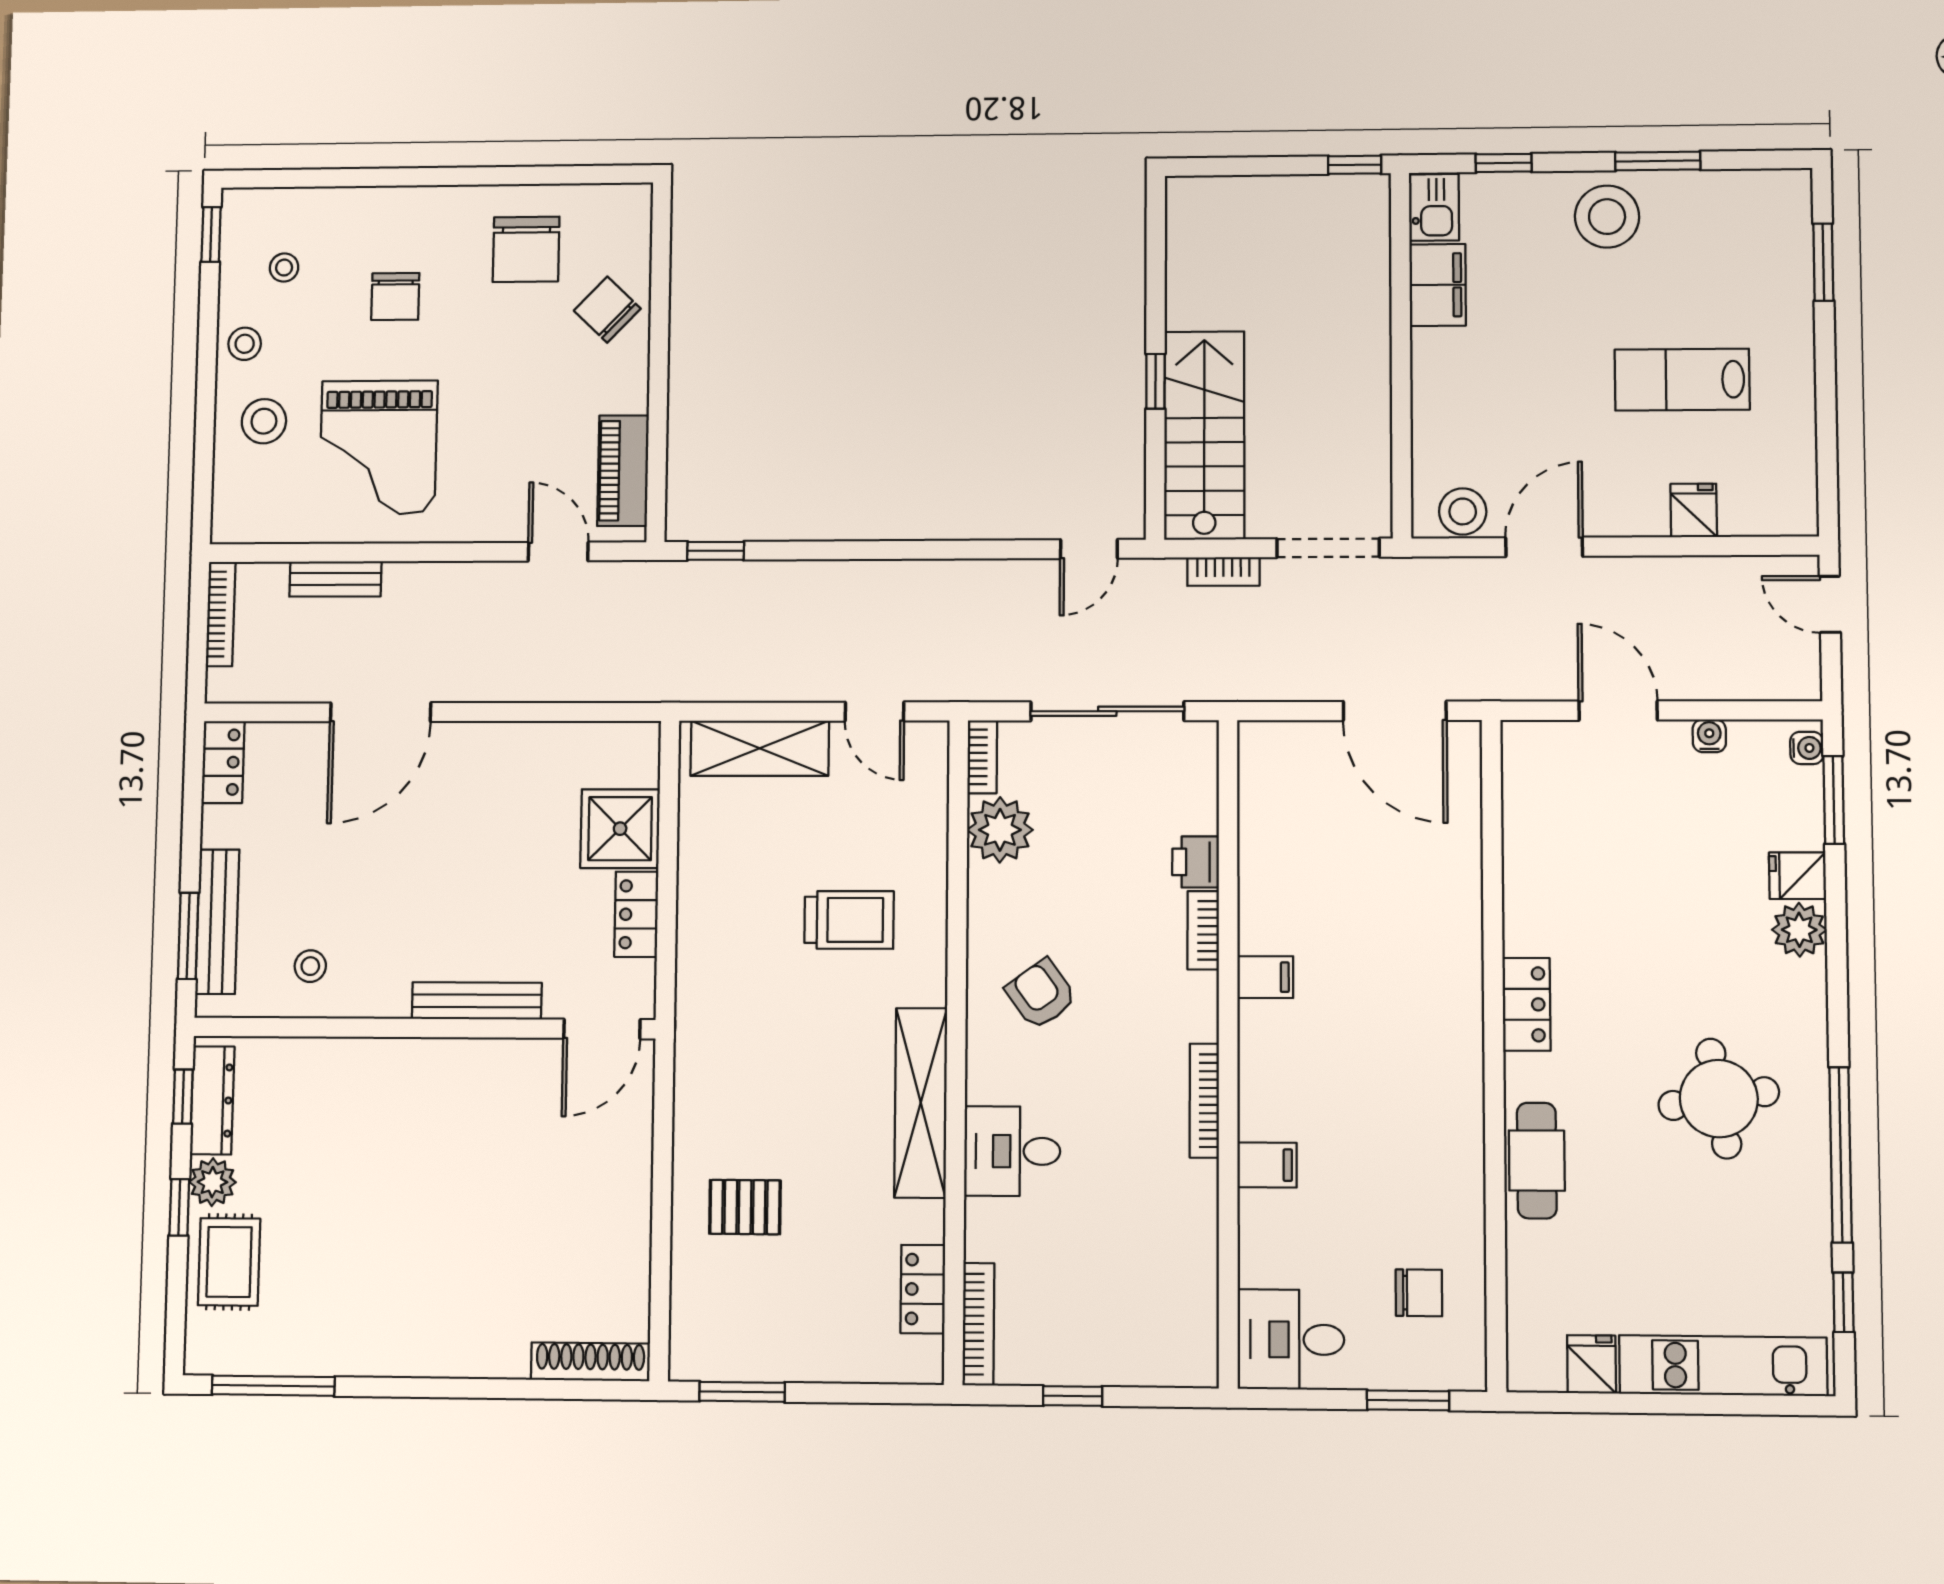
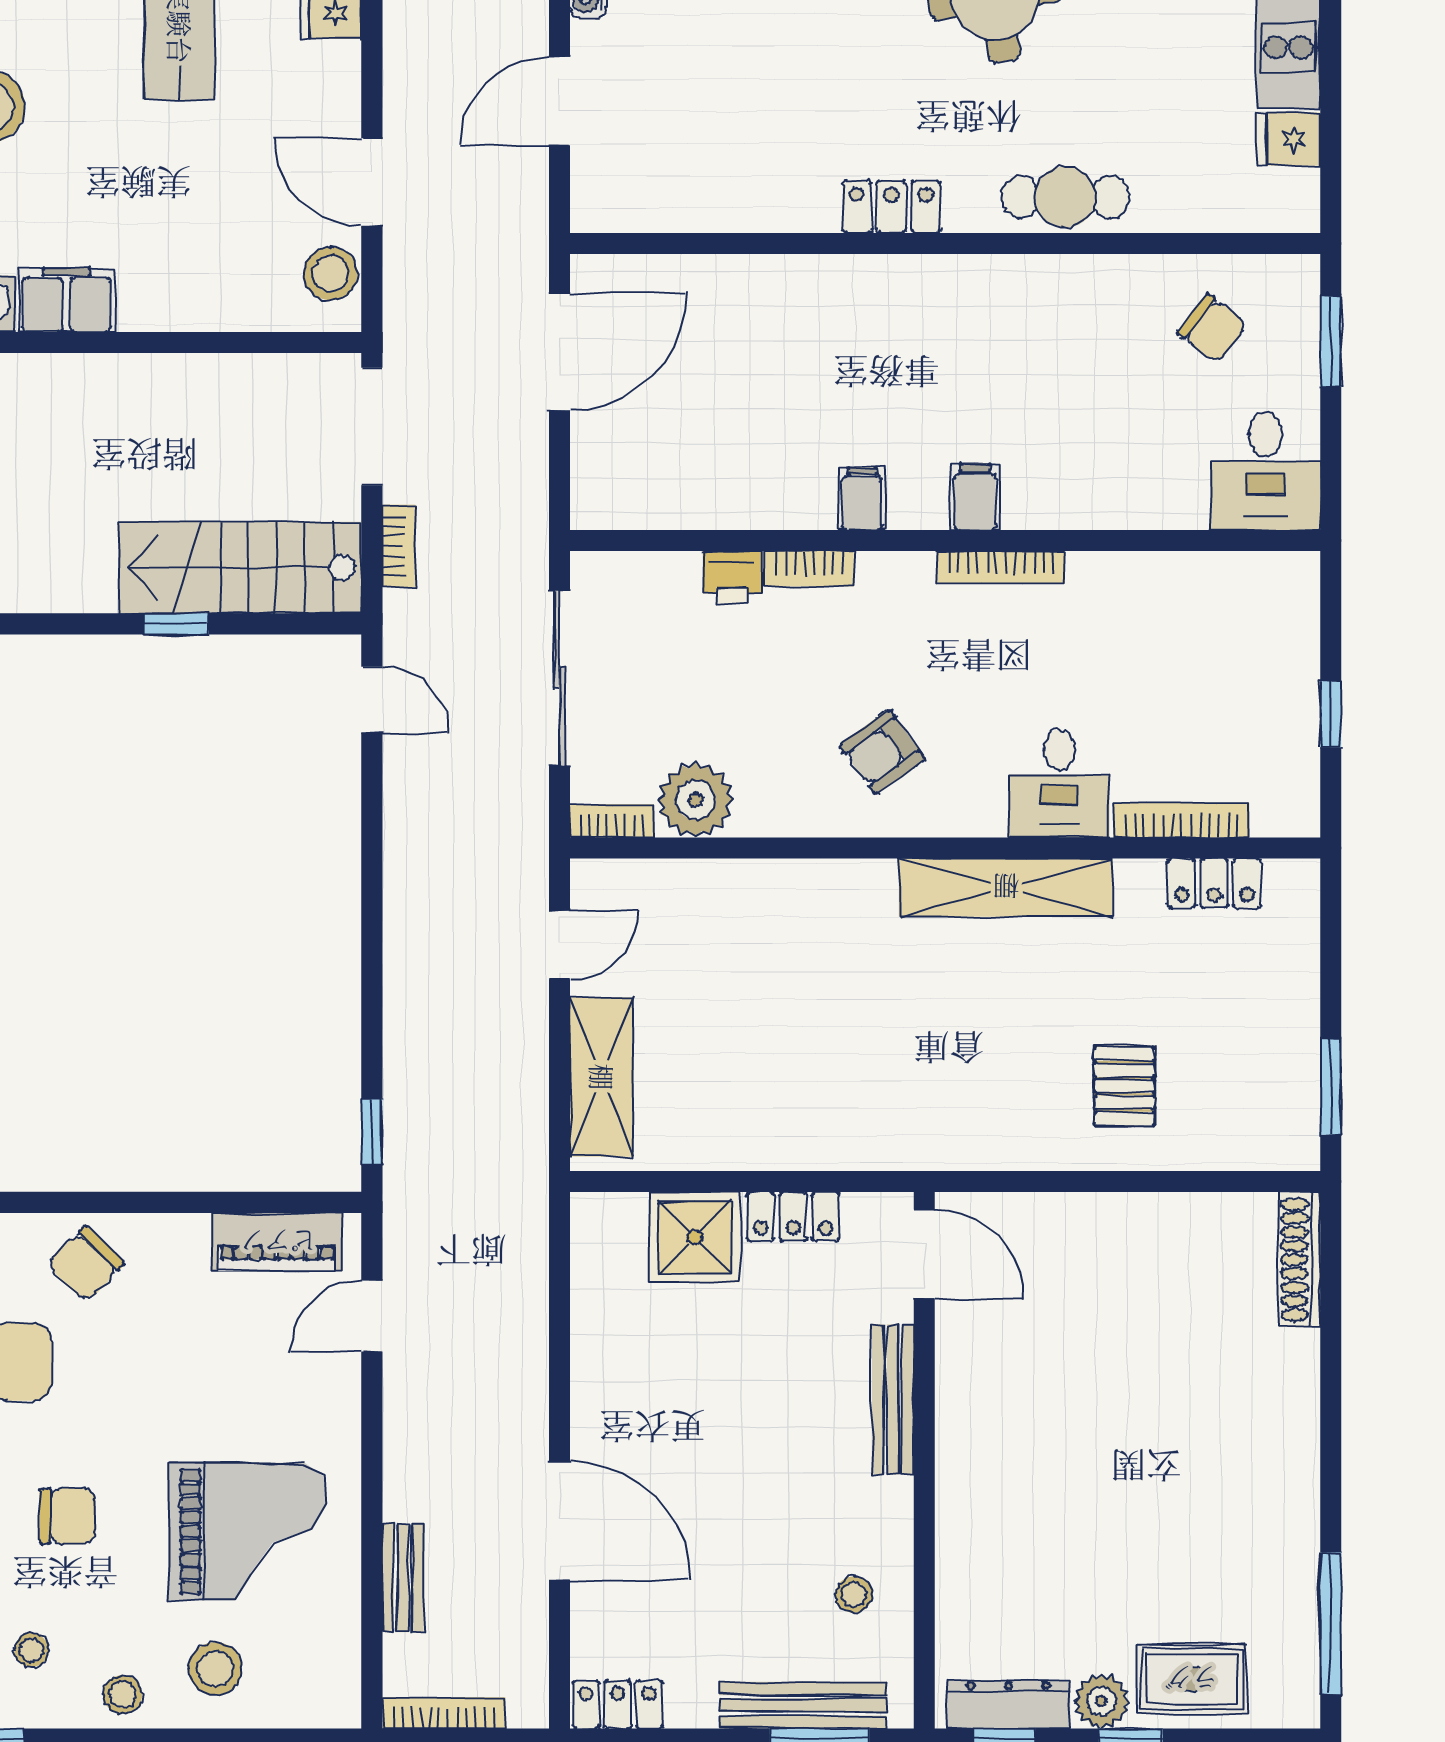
trolley: (849, 920) -> (799, 972), removed
filing cabinet: (1267, 1165) -> (975, 497), moved
chair: (1419, 1293) -> (1212, 329), turned 128
bookcase: (978, 1324) -> (1181, 820), moved

